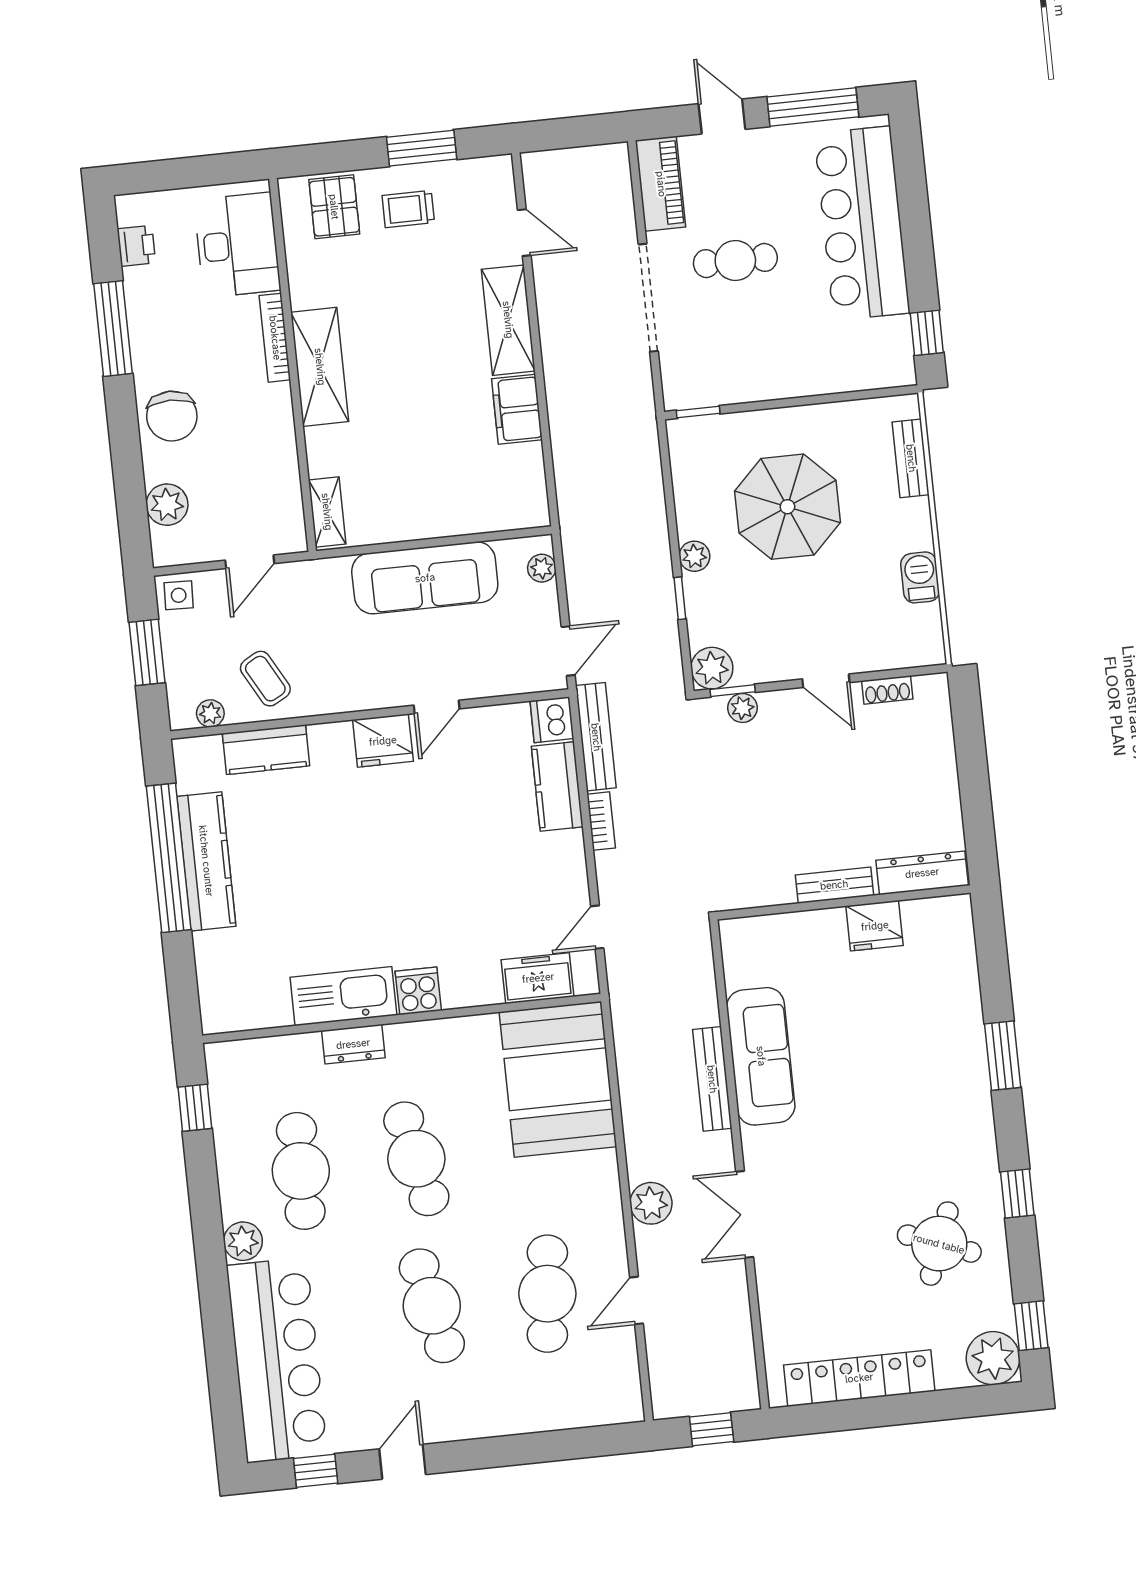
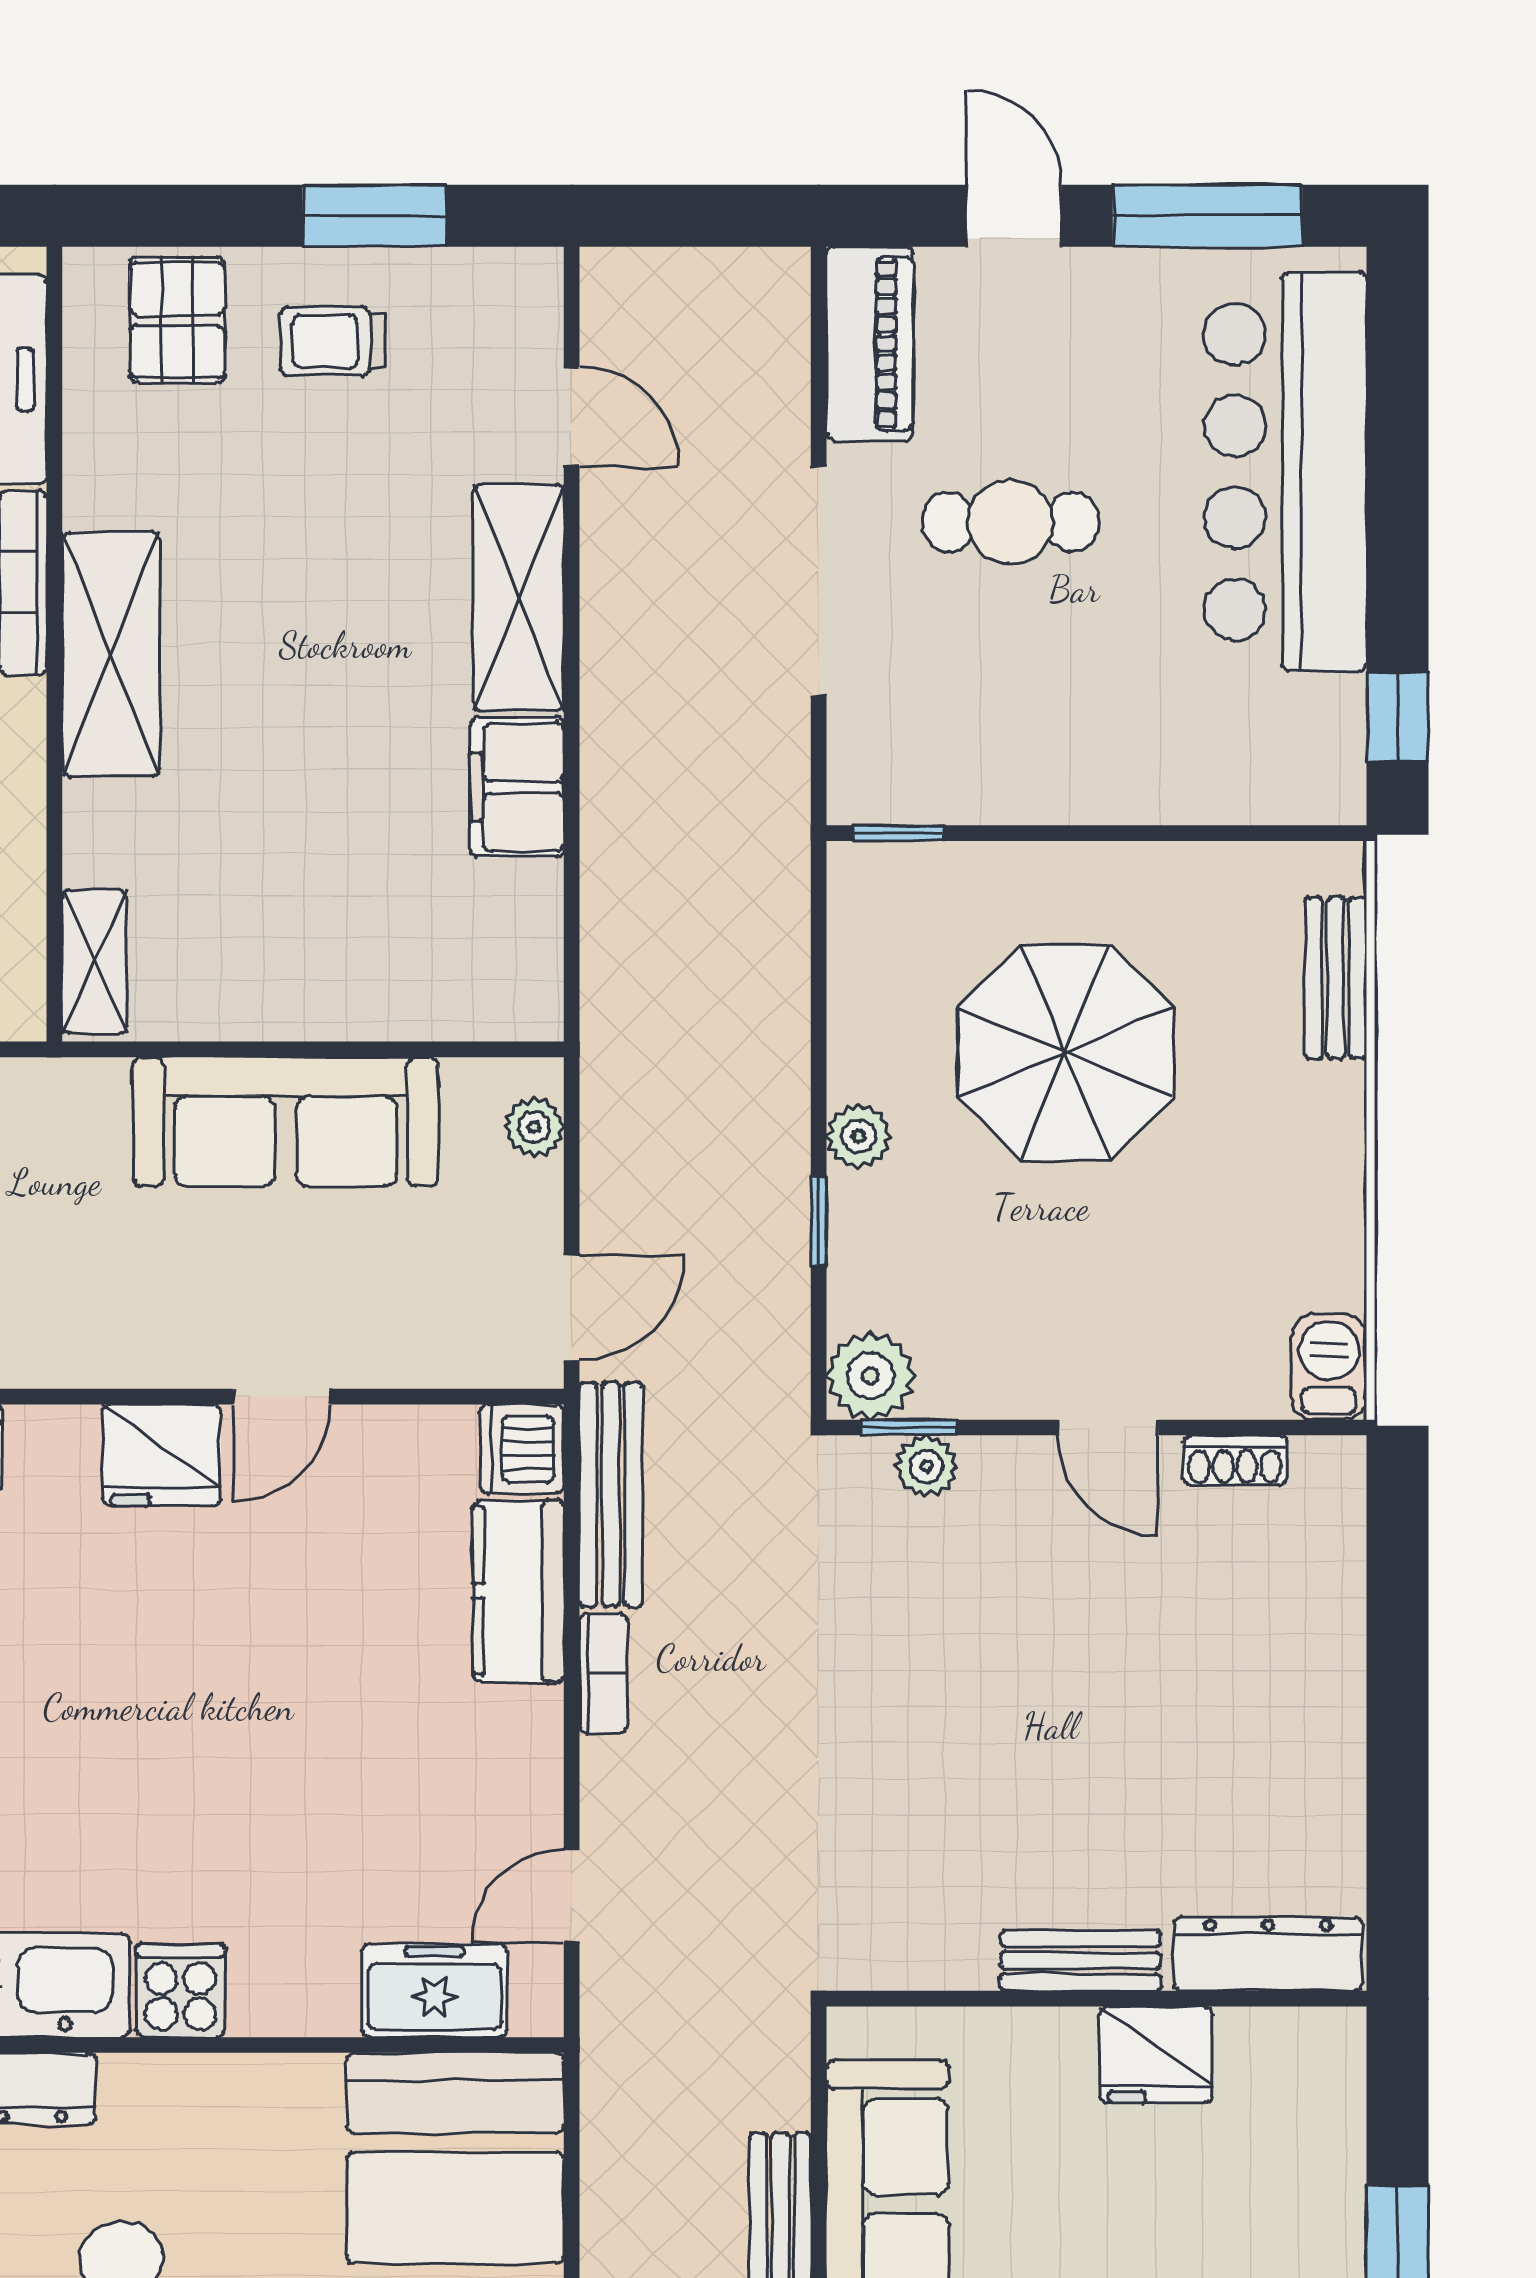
barbecue: (920, 577) -> (1329, 1367), moved
dresser: (922, 873) -> (1268, 1954), moved
bench: (834, 885) -> (1081, 1960), moved
wall: (844, 902) -> (1096, 1999), moved
fridge: (875, 926) -> (1156, 2055), moved

